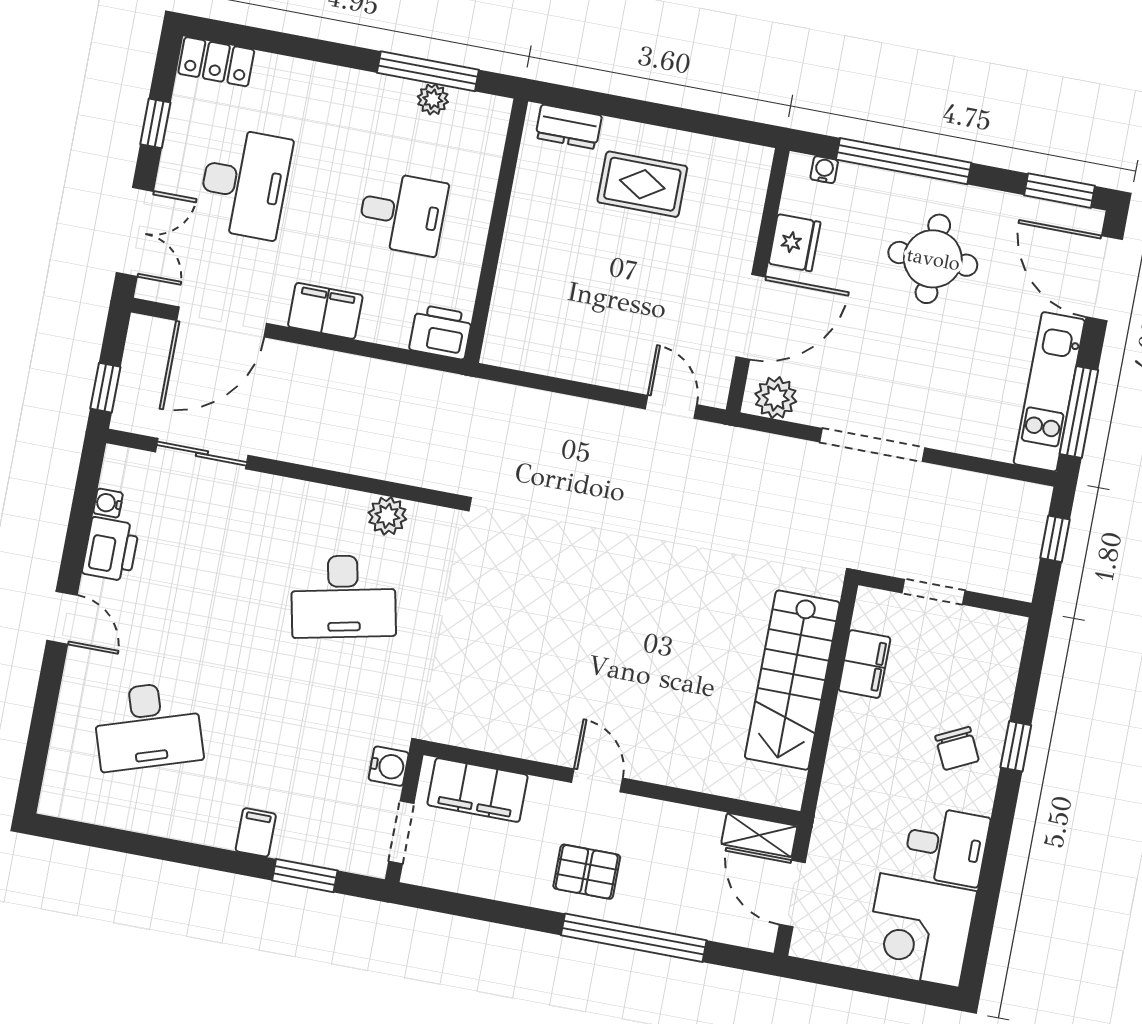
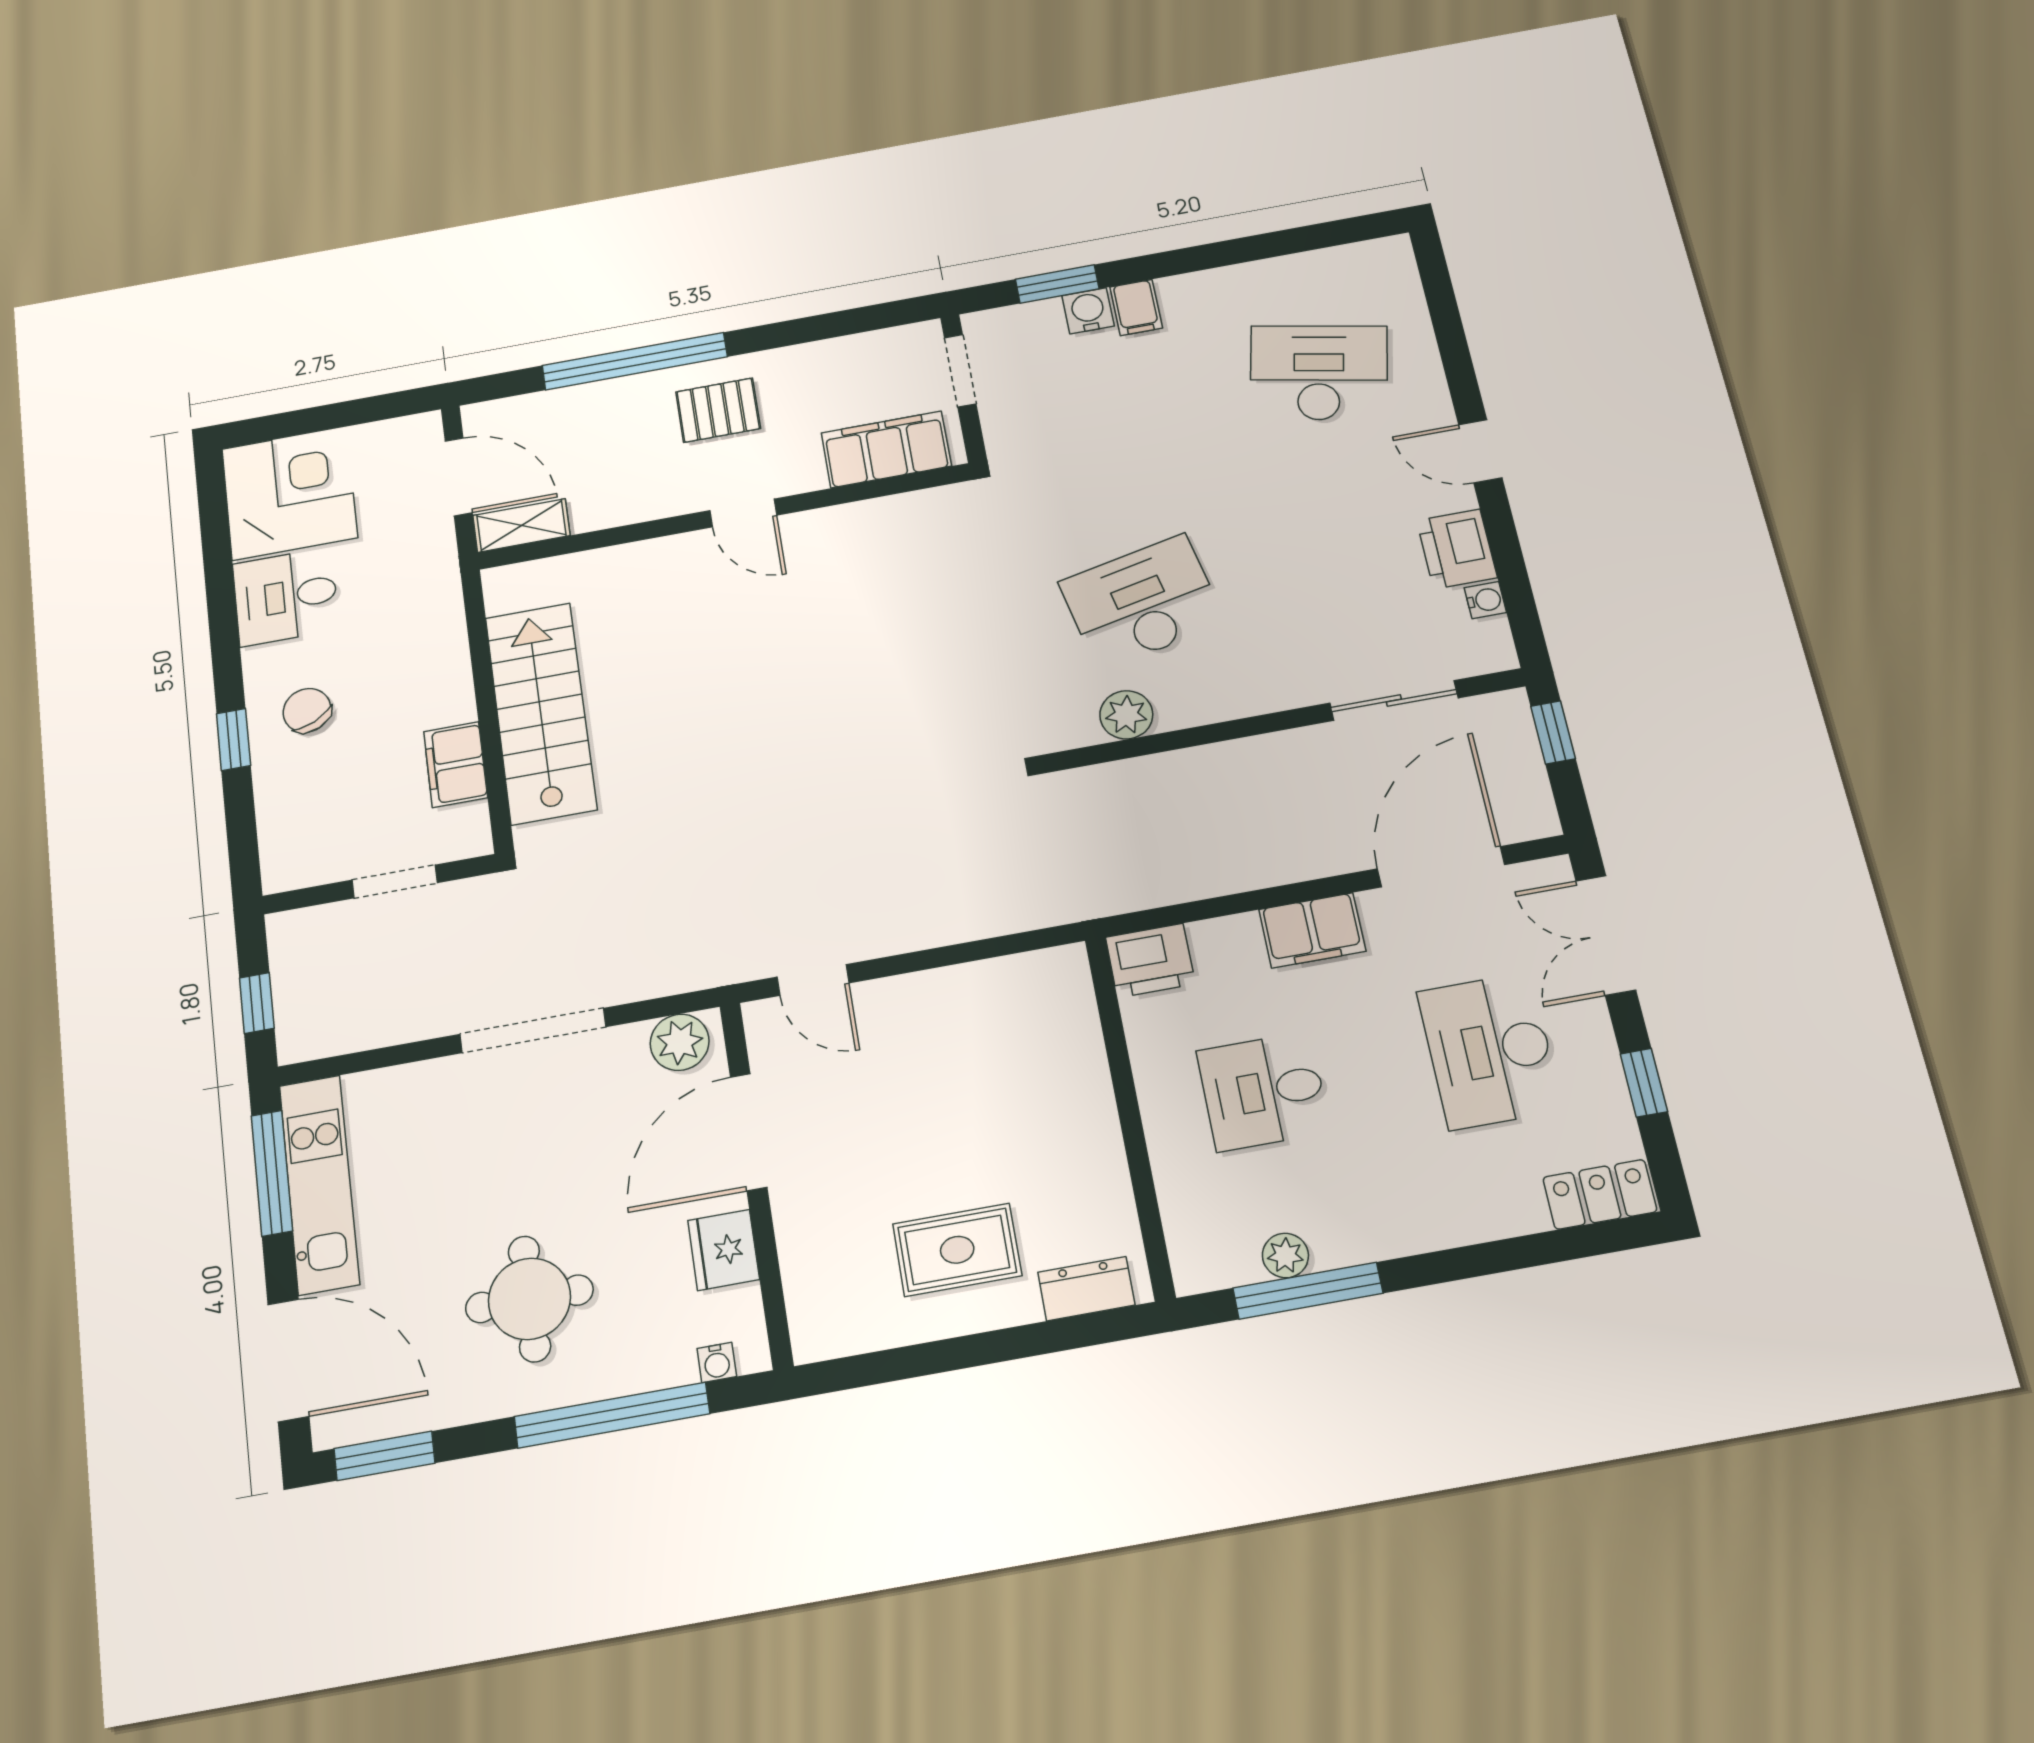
desk: (148, 726) -> (1319, 373), turned 30
water cooler: (389, 766) -> (1088, 311), moved, turned 90

